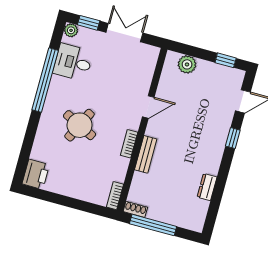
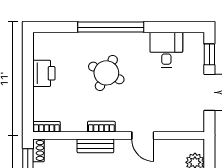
plant: (71, 30) -> (197, 39), removed
window: (45, 80) -> (111, 27), moved
printer: (36, 174) -> (44, 73), moved, turned -90

